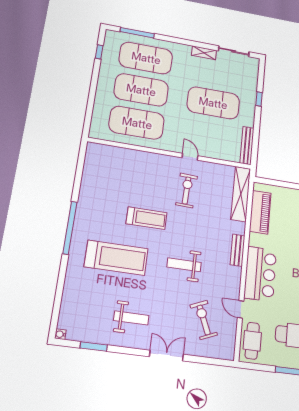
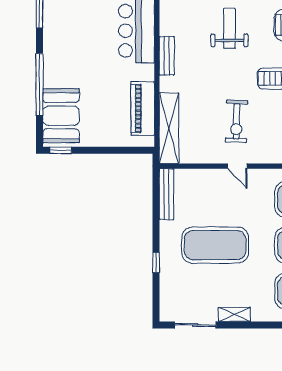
weight bench: (184, 265) -> (229, 28), turned -90

